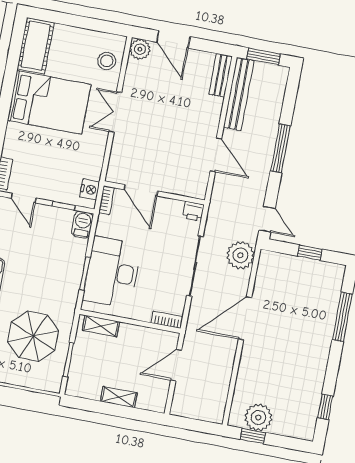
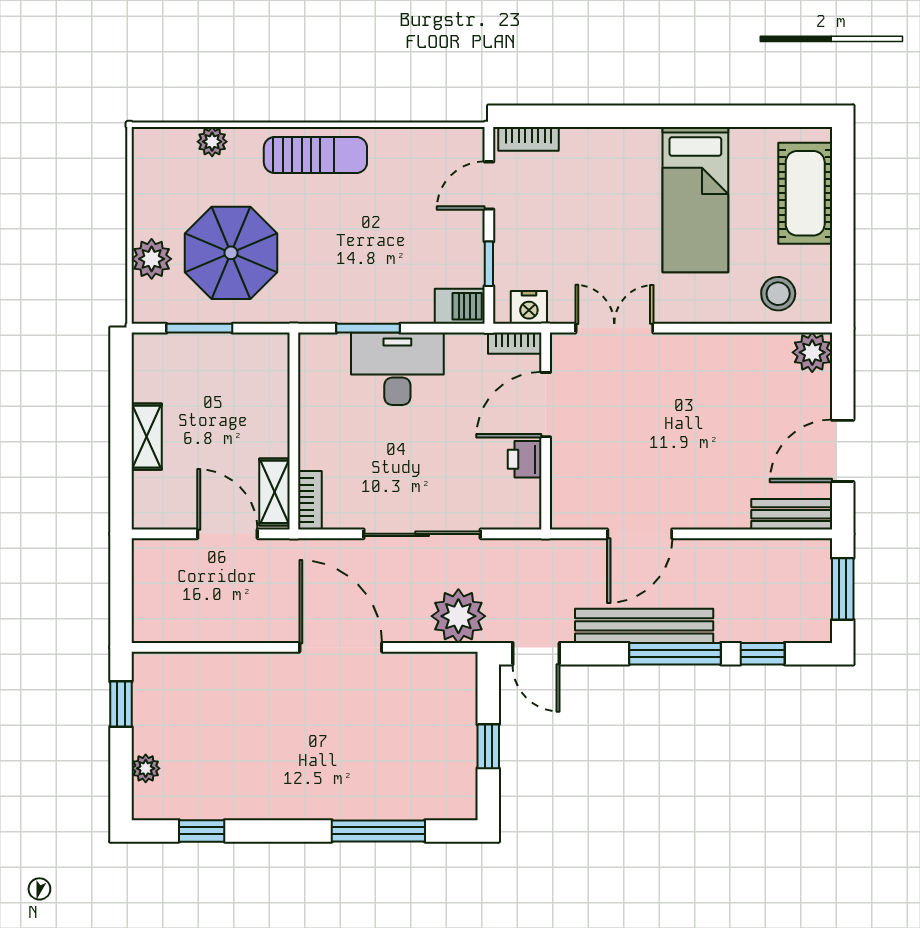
door: (173, 39) -> (843, 451), moved
cot: (36, 46) -> (805, 193), moved, turned 90
bench: (239, 94) -> (644, 626), moved
bed: (49, 102) -> (695, 200), width x0.67
window: (289, 104) -> (763, 654), added
double door: (115, 112) -> (614, 328), moved
printer: (193, 211) -> (525, 459), moved
door: (267, 219) -> (536, 654), hinge flipped
desk: (112, 272) -> (397, 369), width x0.73, depth x0.77
shelving: (101, 326) -> (275, 492), moved
plant: (28, 377) -> (152, 259), added
plant: (258, 417) -> (146, 768), moved, width x0.53, depth x0.53

